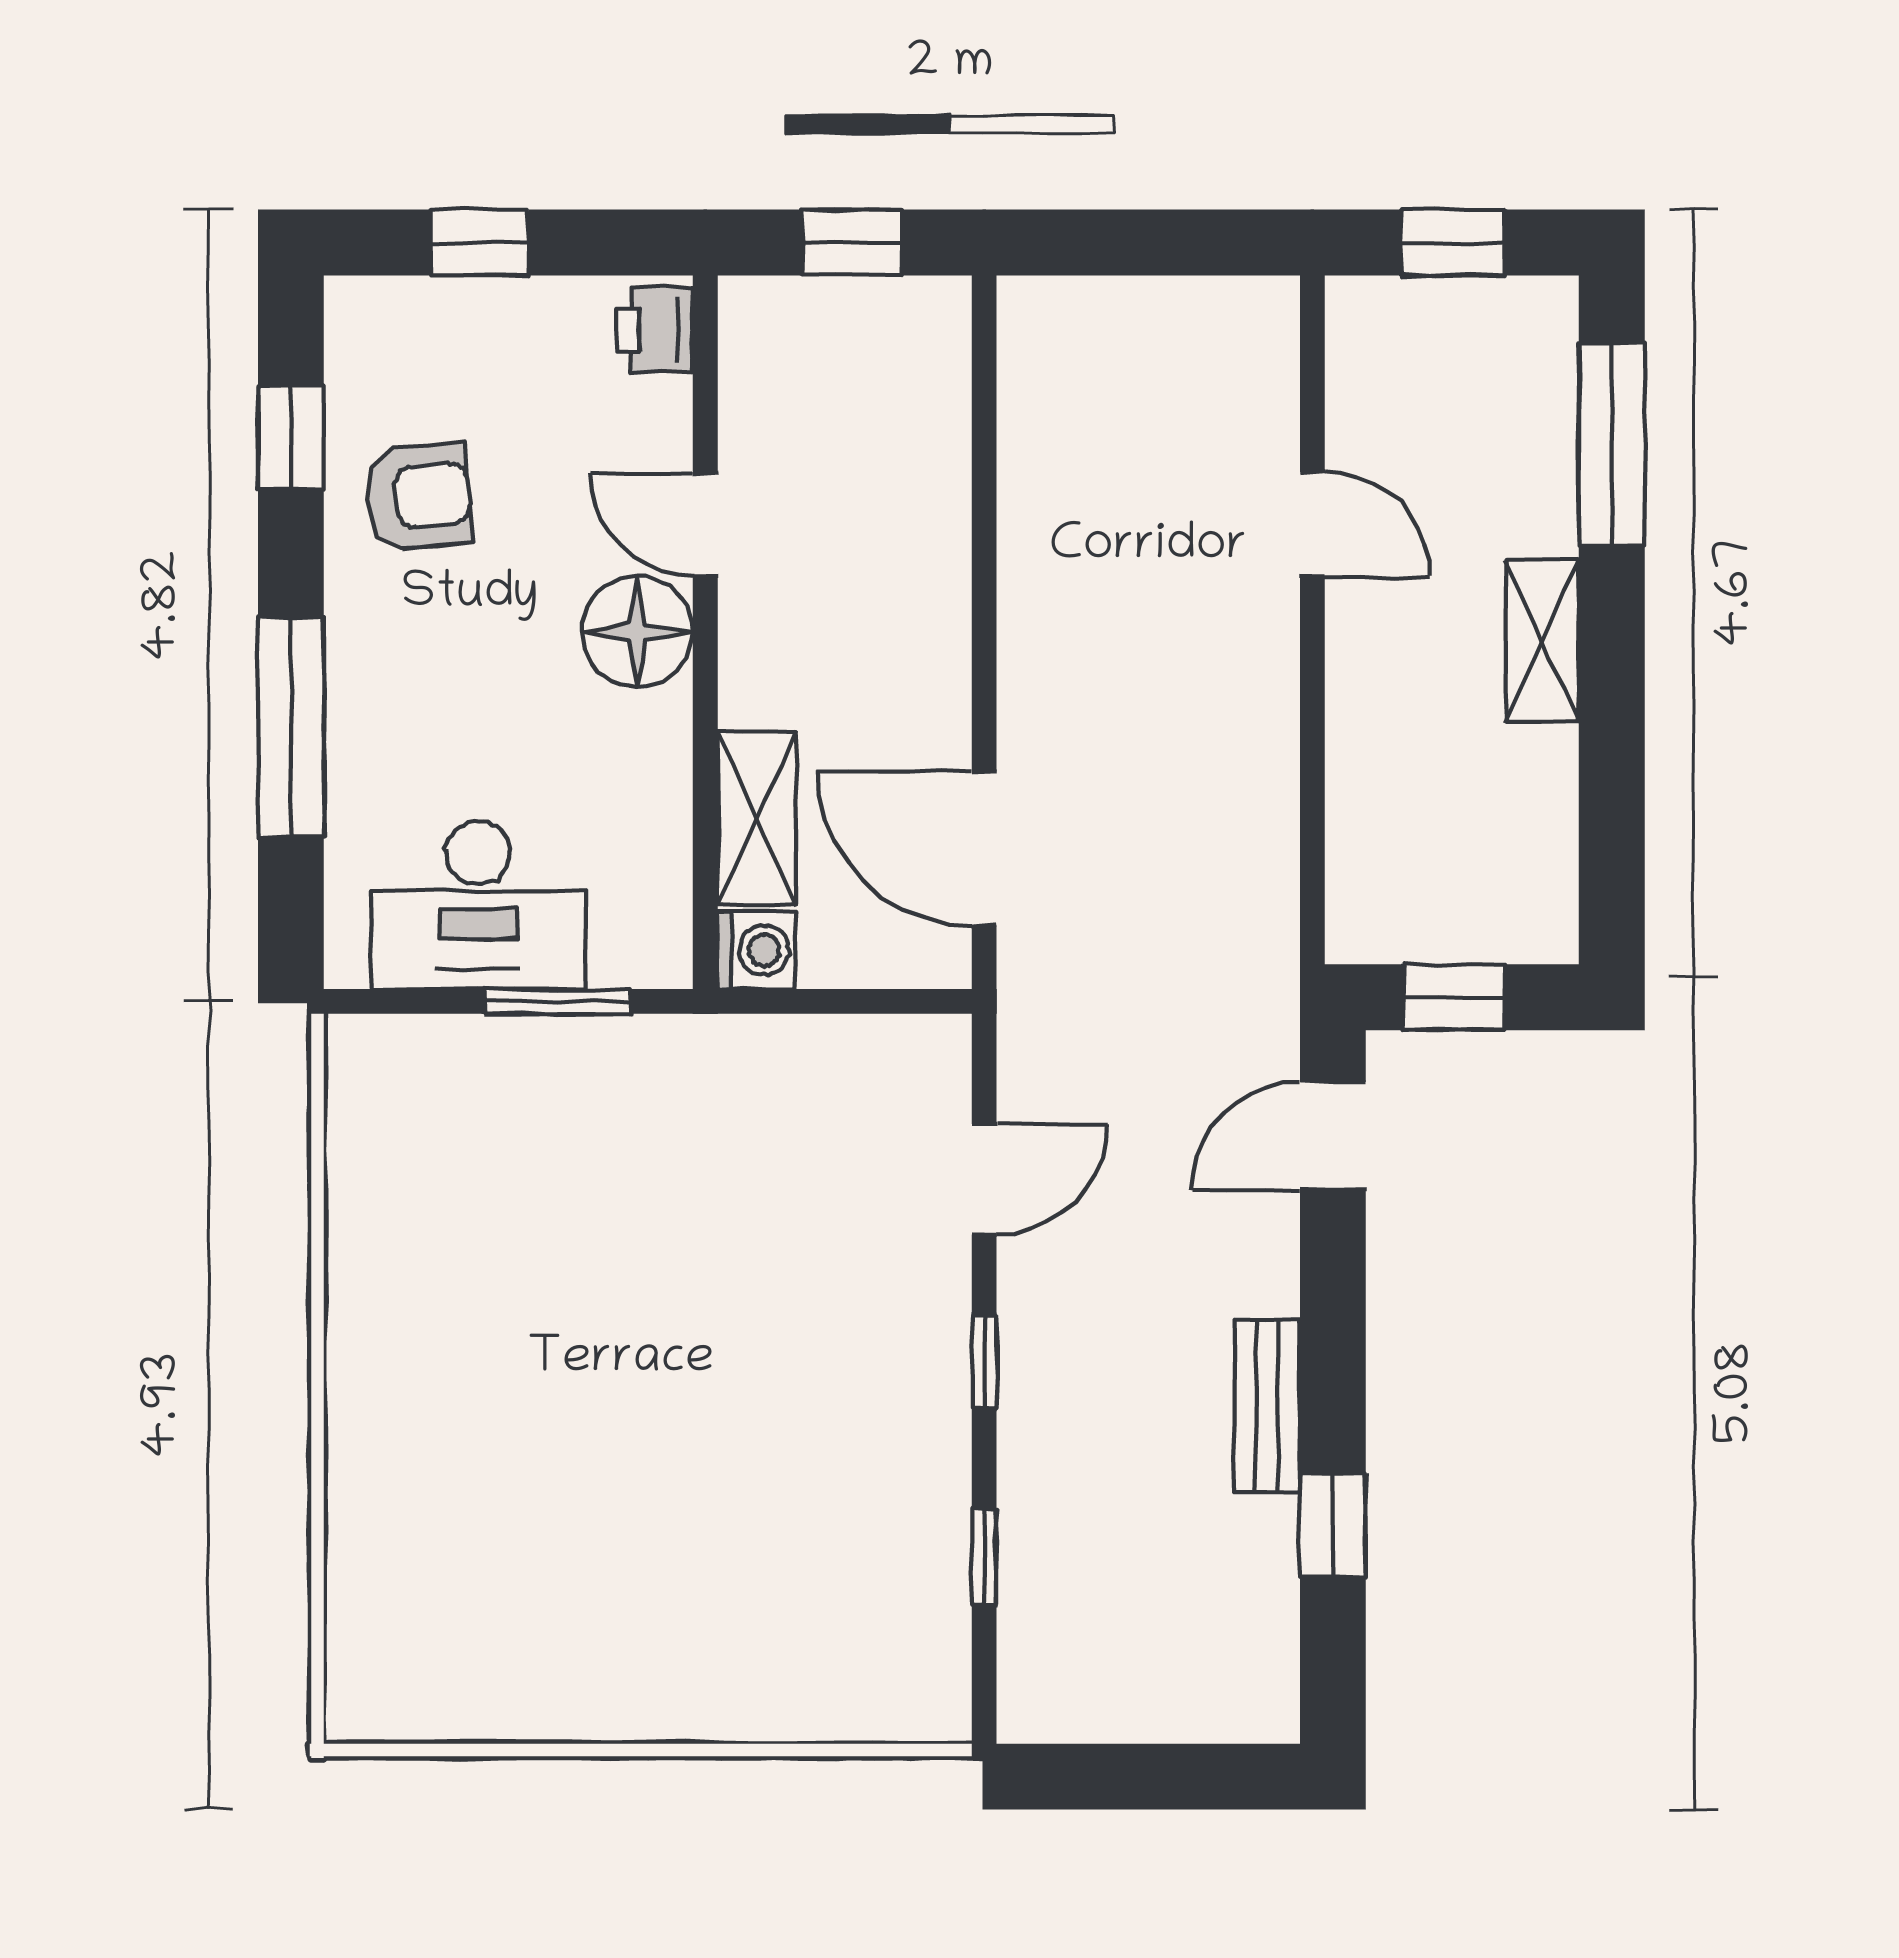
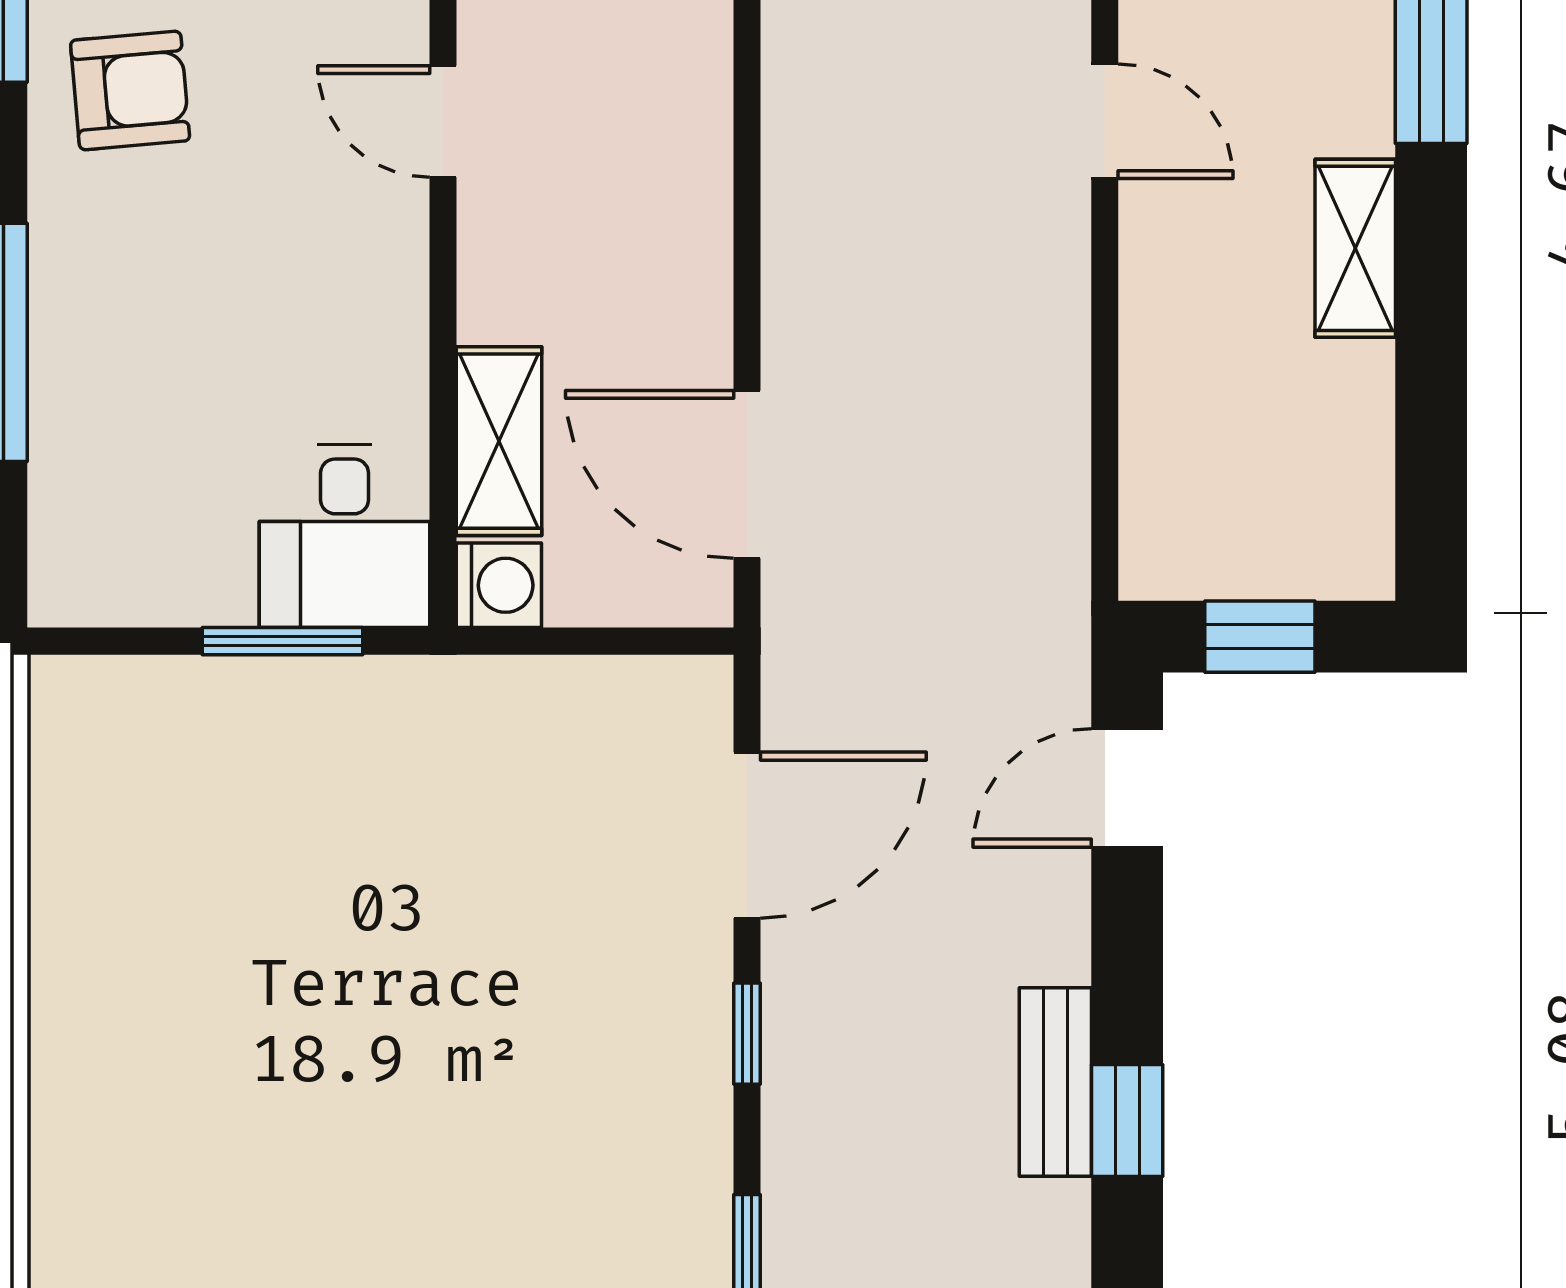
floor lamp: (637, 631) -> (369, 238), removed
desk: (478, 905) -> (345, 536), moved, width x0.73
door: (984, 1179) -> (747, 835), width x1.38
window: (1333, 1525) -> (1127, 1120), moved

